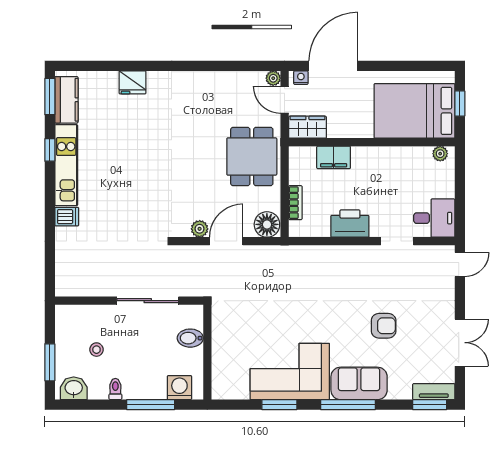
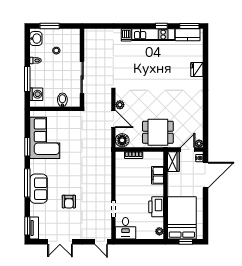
door: (333, 66) -> (206, 175), hinge flipped
printer: (350, 224) -> (156, 207), moved, turned 180
corner sofa: (290, 371) -> (45, 138), moved

